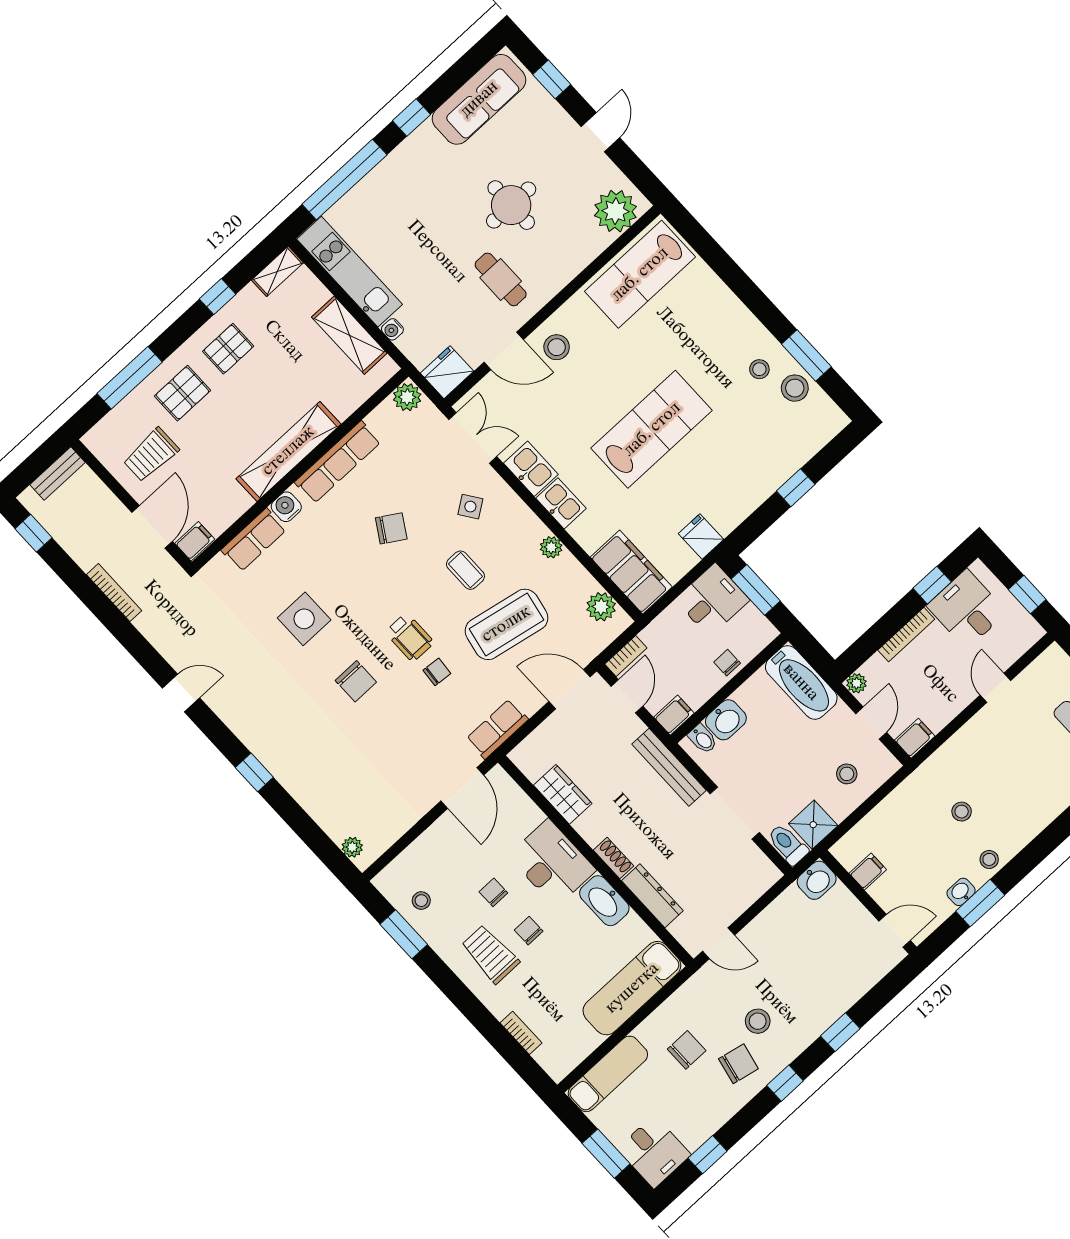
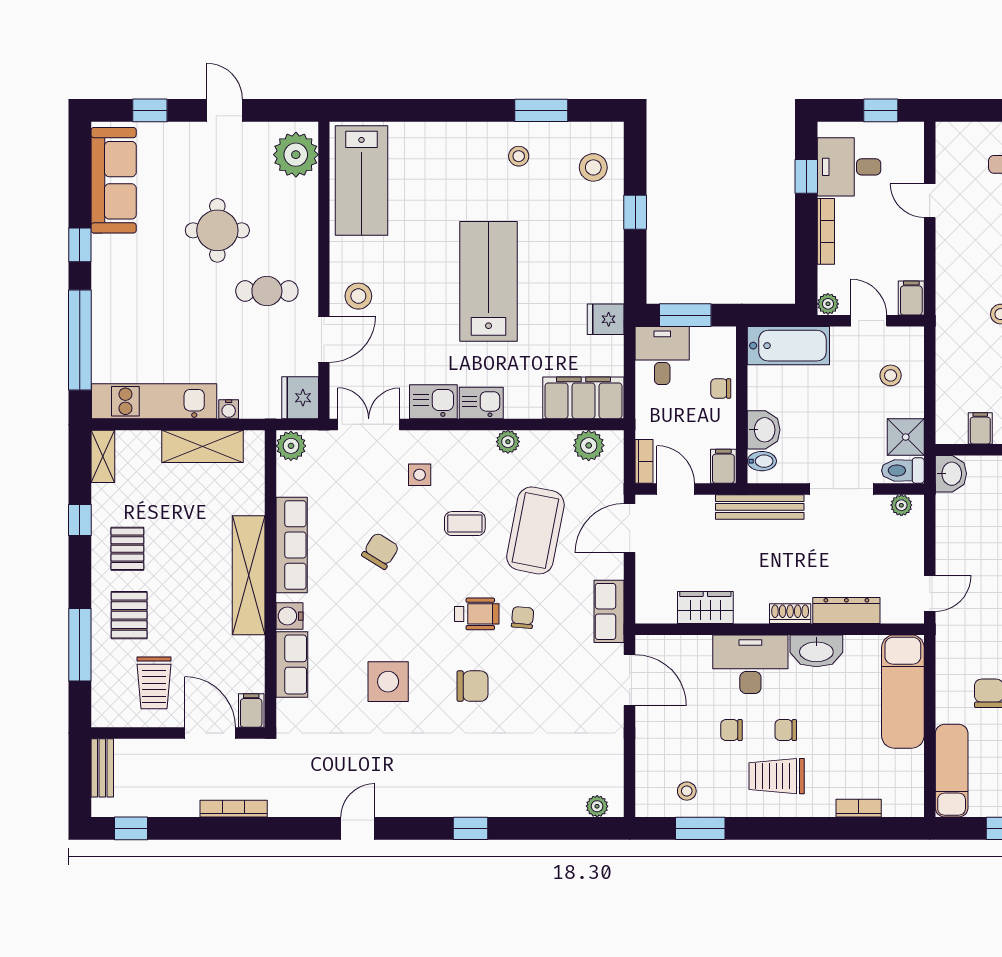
stool: (795, 388) -> (593, 167), moved
side table: (470, 507) -> (420, 475), turned 35
plant: (762, 866) -> (901, 505), added

